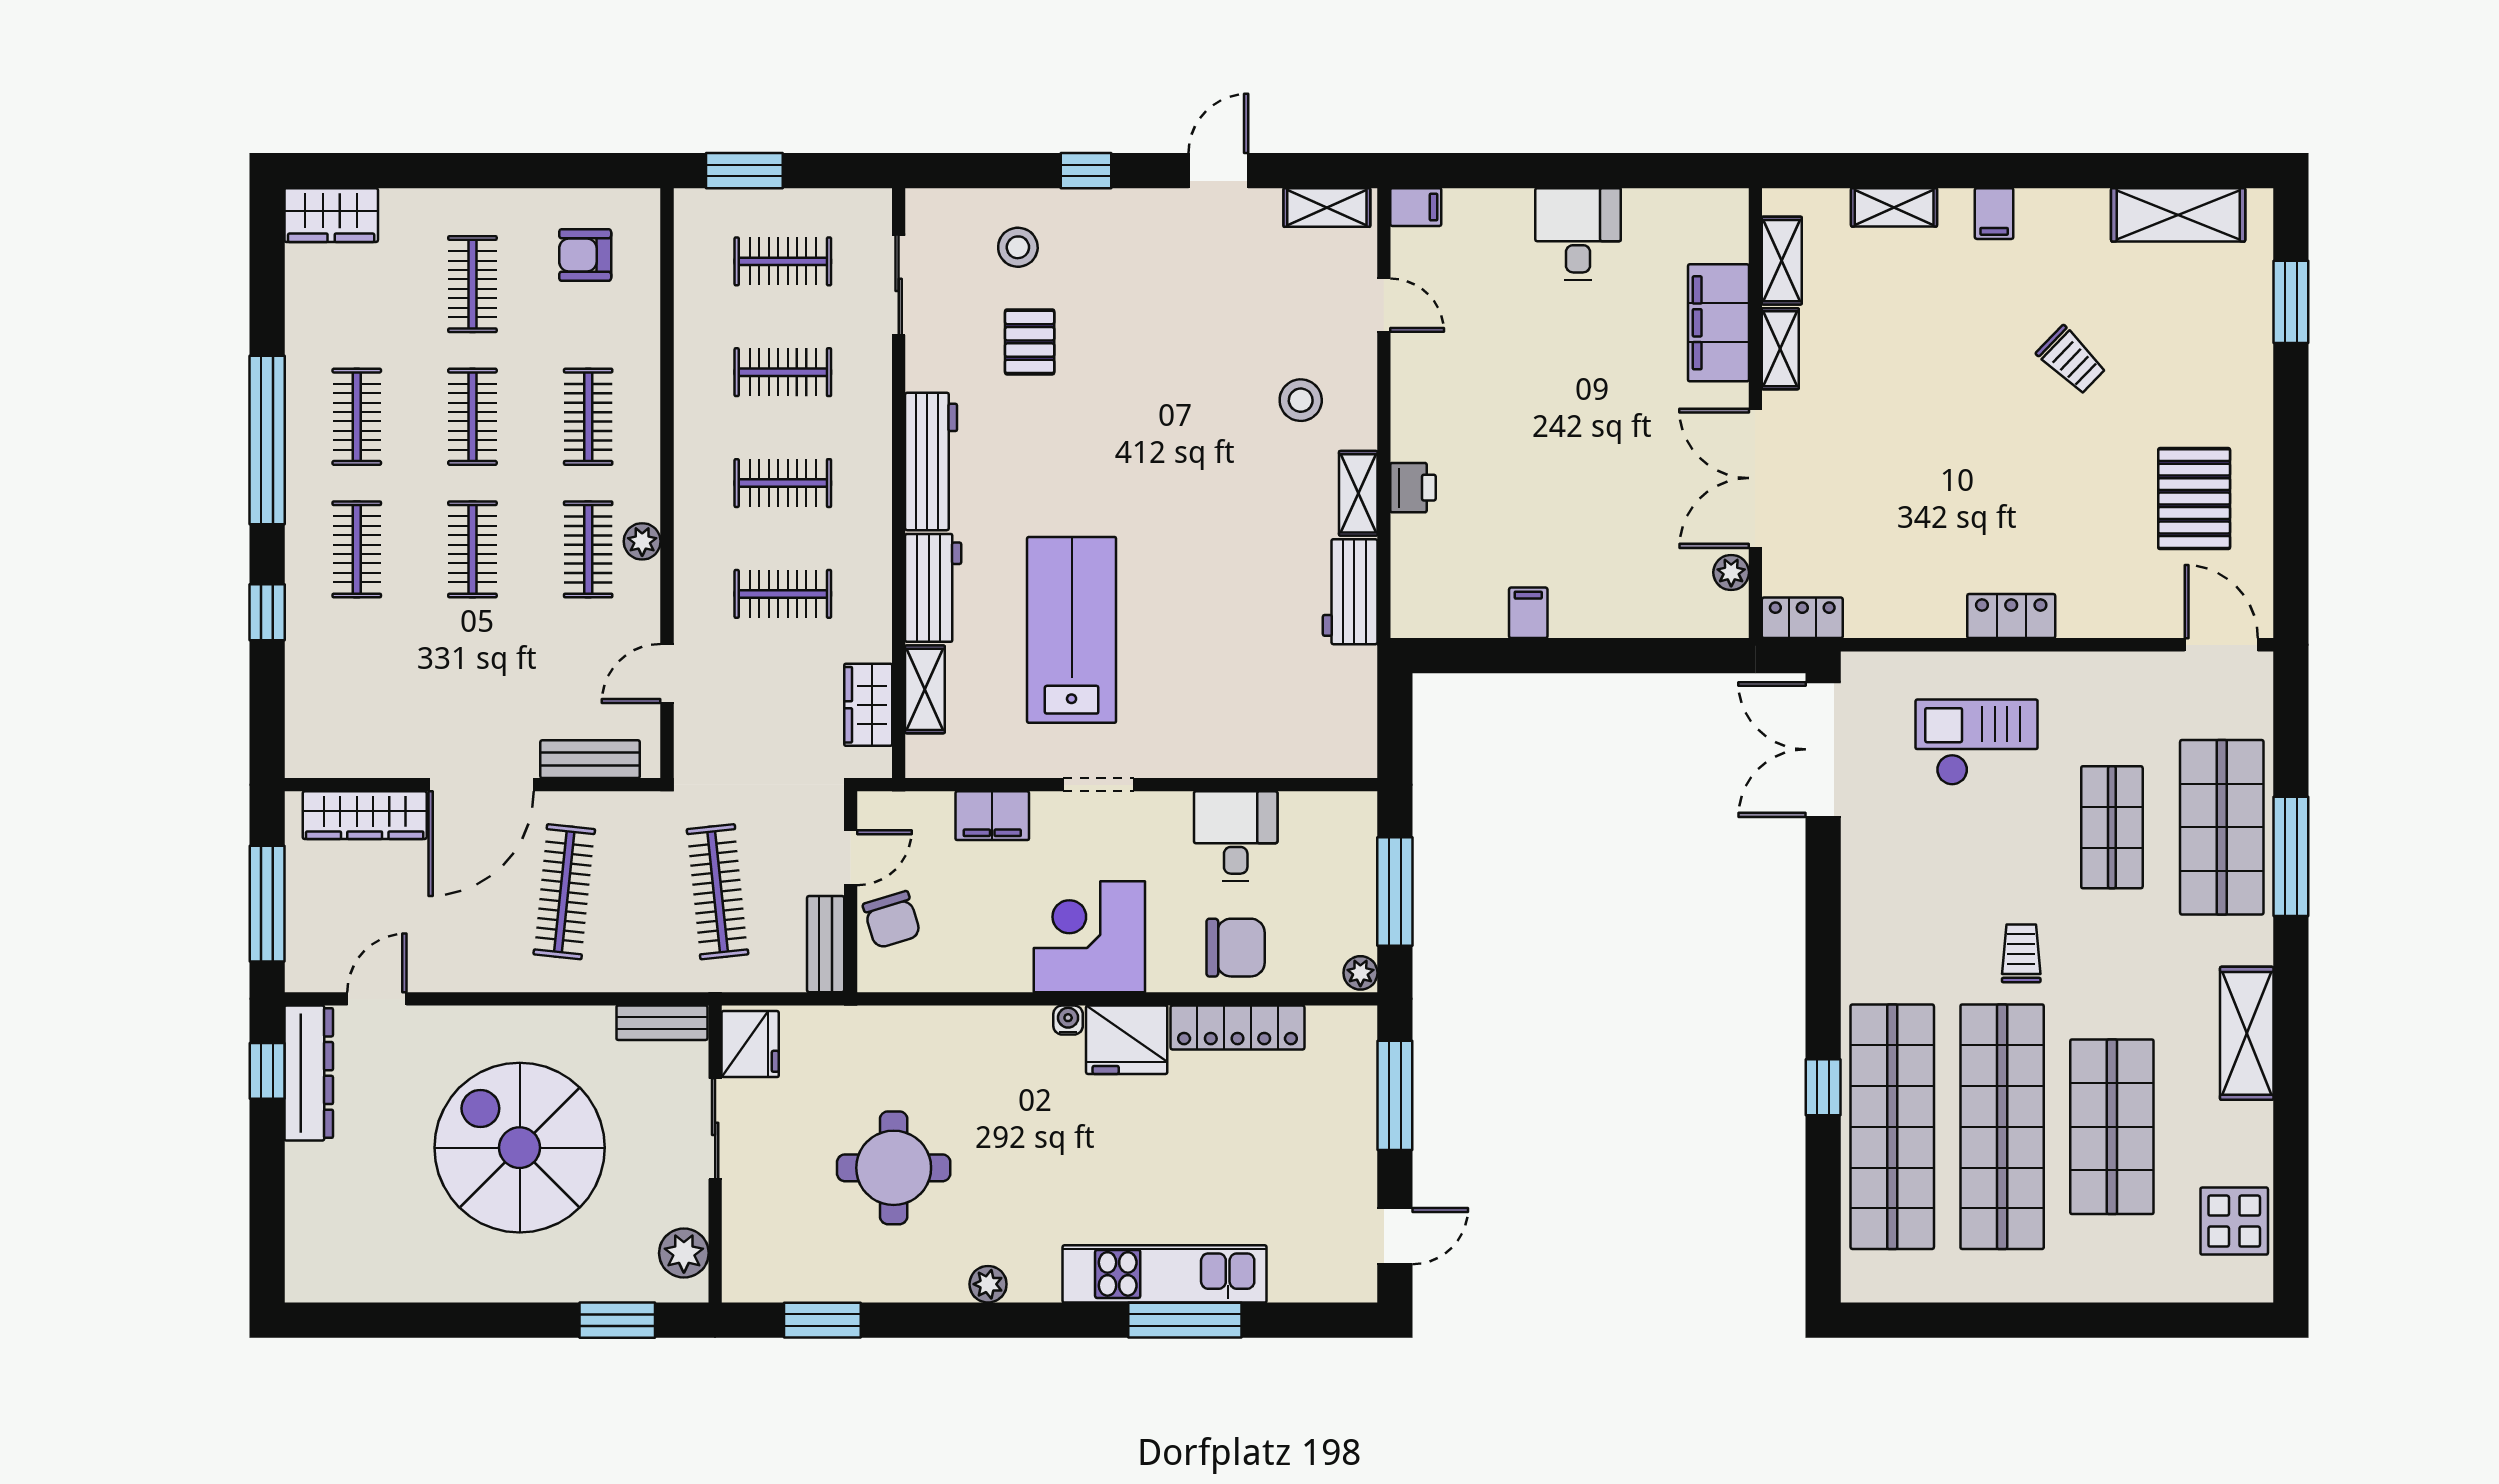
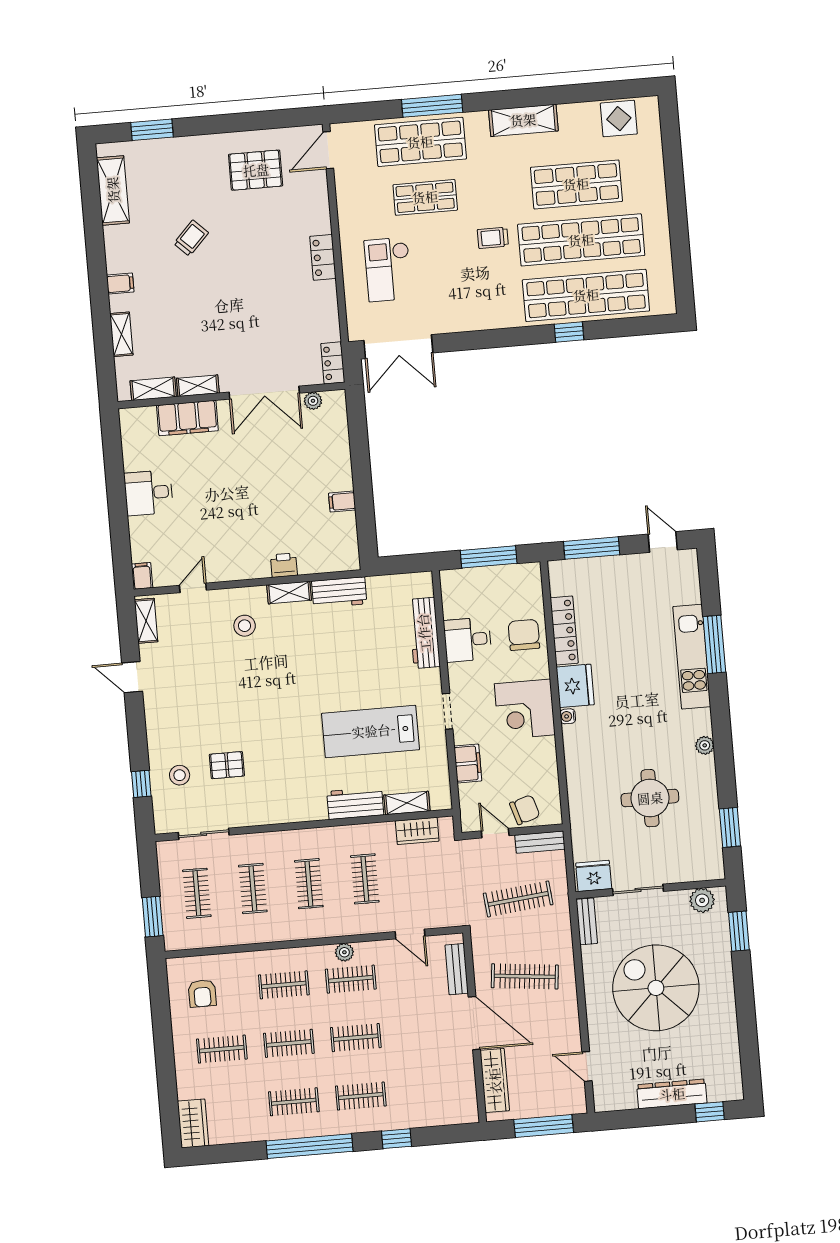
window: (1086, 171) -> (141, 784), moved
workbench: (931, 461) -> (424, 633), moved, turned -90
plant: (1360, 973) -> (531, 571), removed
window: (267, 1071) -> (710, 1112), moved
dresser: (309, 1073) -> (672, 1094), moved
spiral stairs: (520, 1148) -> (656, 988), turned 90

